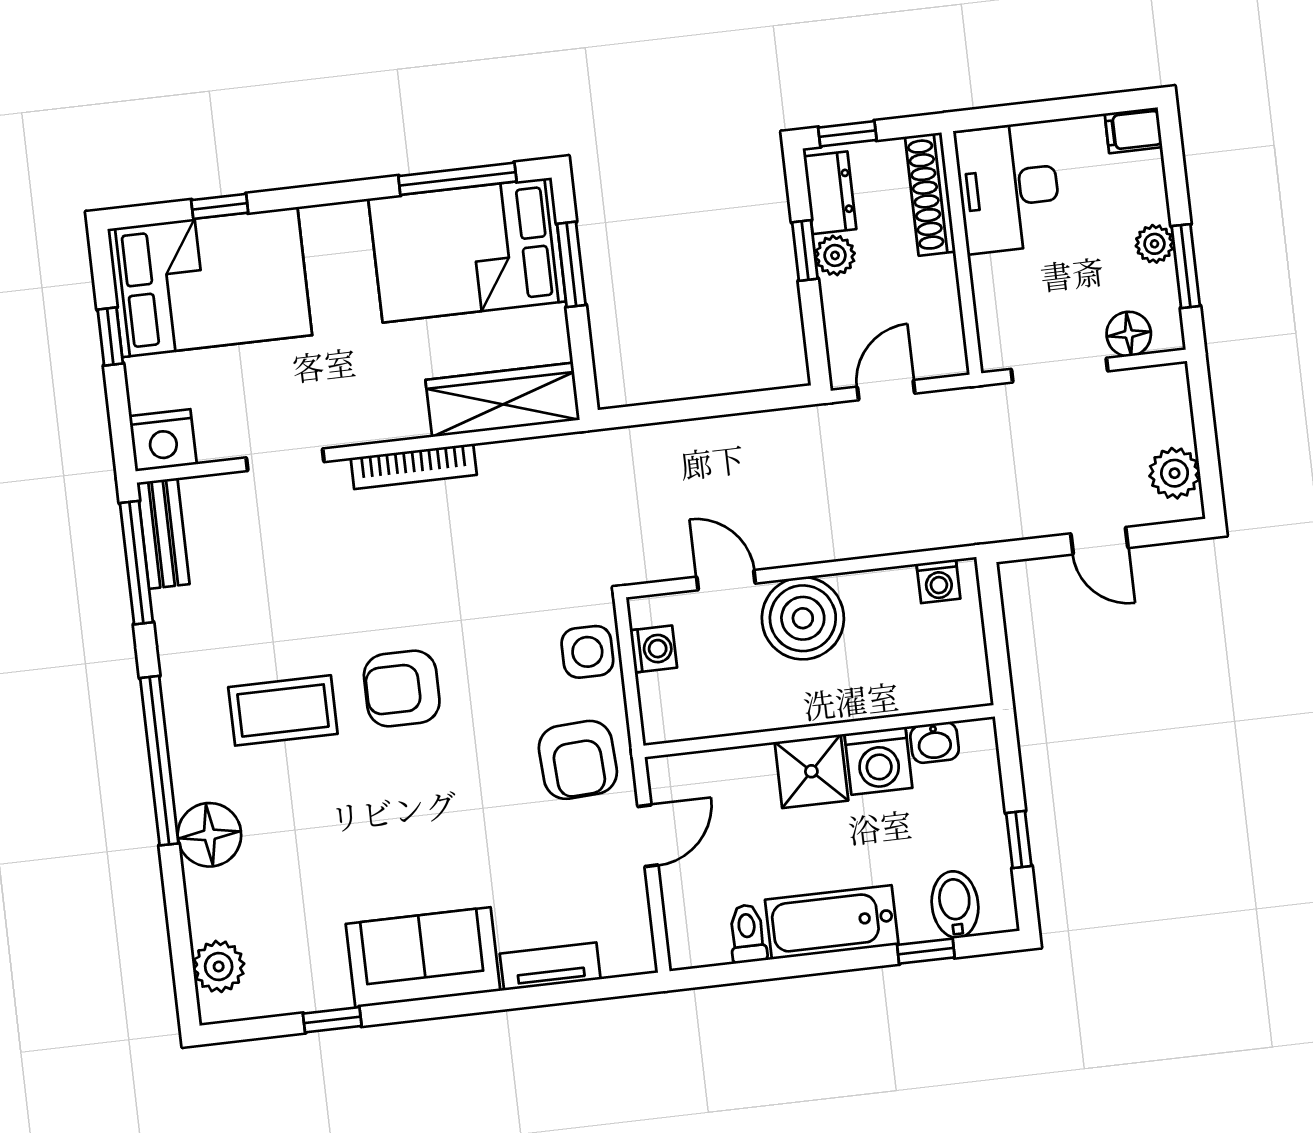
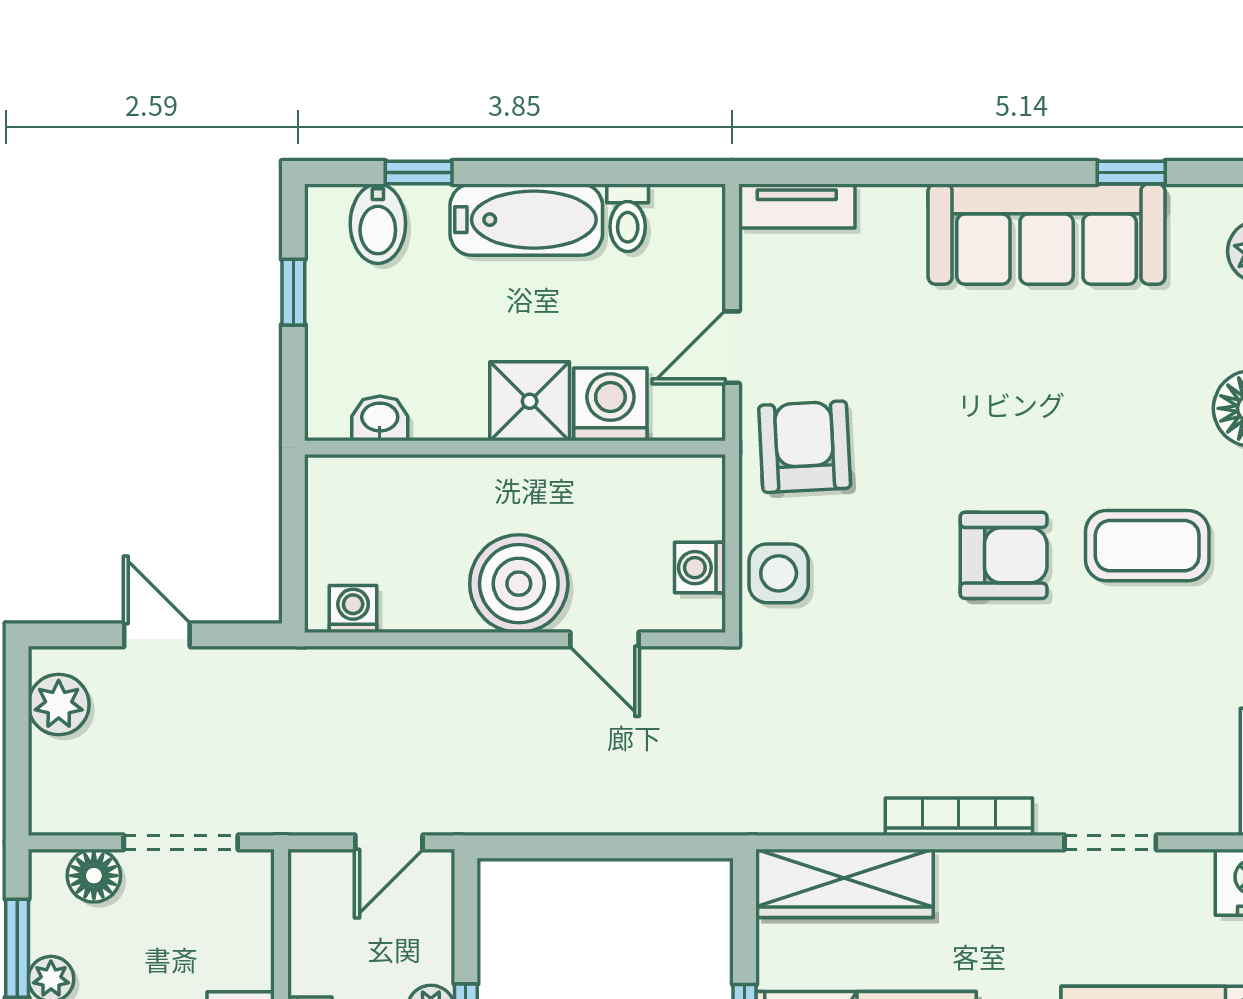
washing machine: (878, 761) -> (610, 404), moved
sofa: (423, 957) -> (1047, 234), width x1.36
tv unit: (550, 966) -> (797, 206), moved

